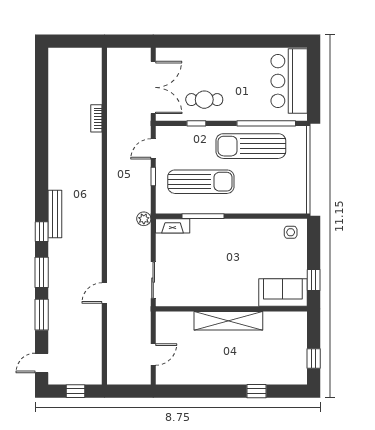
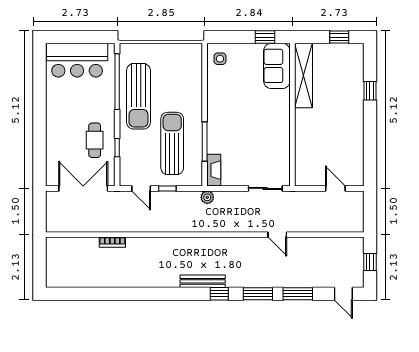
shelving: (228, 321) -> (303, 76), moved

